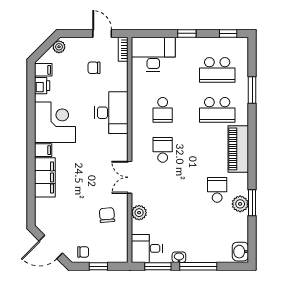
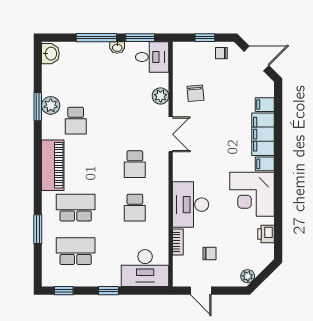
bookcase: (123, 49) -> (178, 242), moved
filing cabinet: (43, 70) -> (265, 105), moved
school desk: (163, 110) -> (135, 208), turned 180

